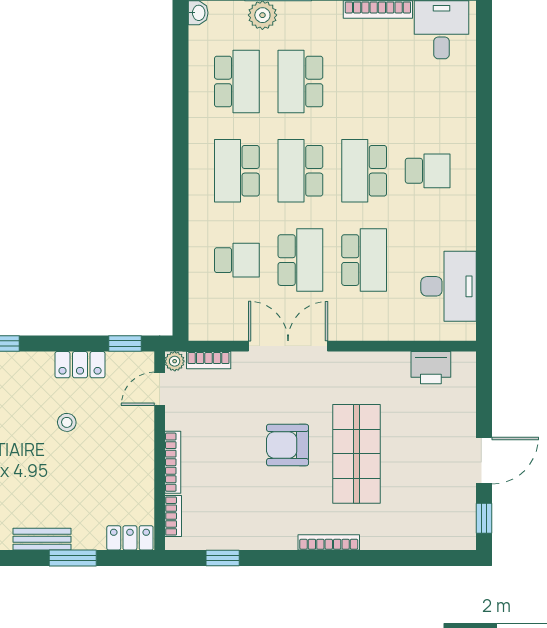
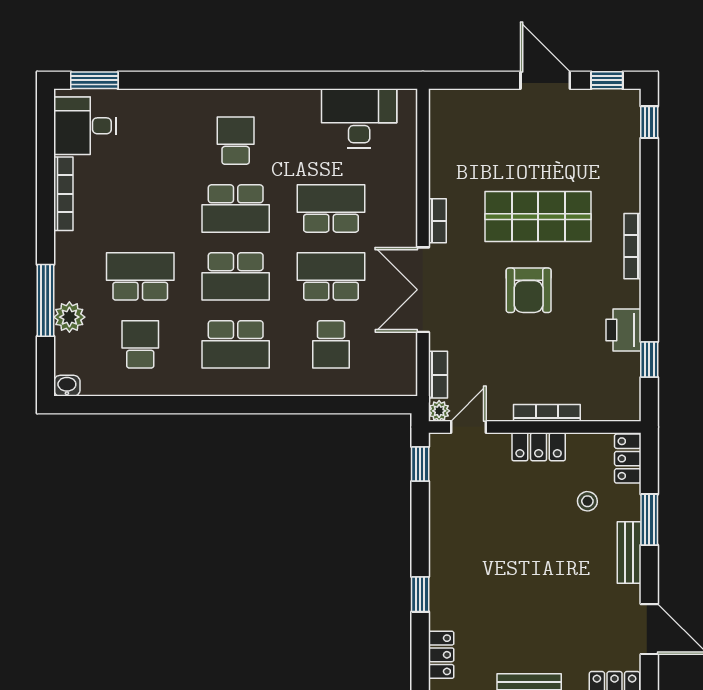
window: (484, 39) -> (94, 80), added
school desk: (237, 81) -> (140, 344), width x0.54
school desk: (300, 81) -> (140, 276), turned 180
school desk: (237, 260) -> (331, 344), turned 180
locker: (80, 365) -> (539, 447), moved, turned 90
printer: (431, 368) -> (624, 330), moved, turned 180
door: (160, 389) -> (469, 427), swing flipped
stool: (67, 422) -> (587, 501), moved
bookcase: (173, 516) -> (437, 221), moved, turned 90
window: (445, 558) -> (649, 122), added

